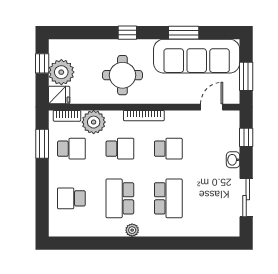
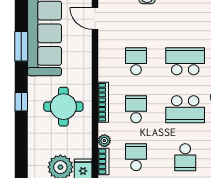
bookcase: (144, 116) -> (103, 102), moved
plant: (94, 122) -> (104, 141), width x0.53, depth x0.53

